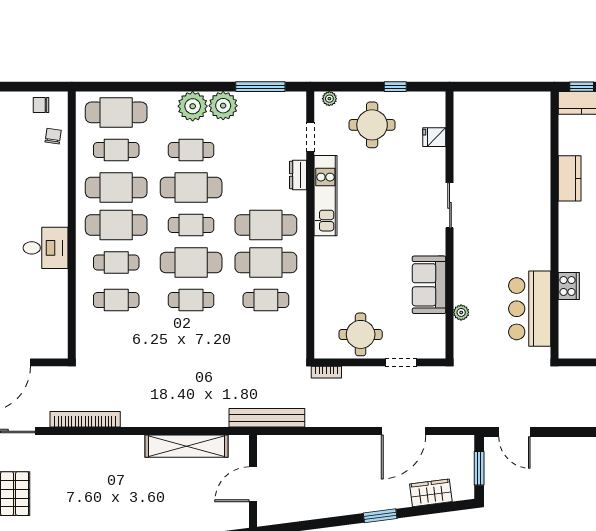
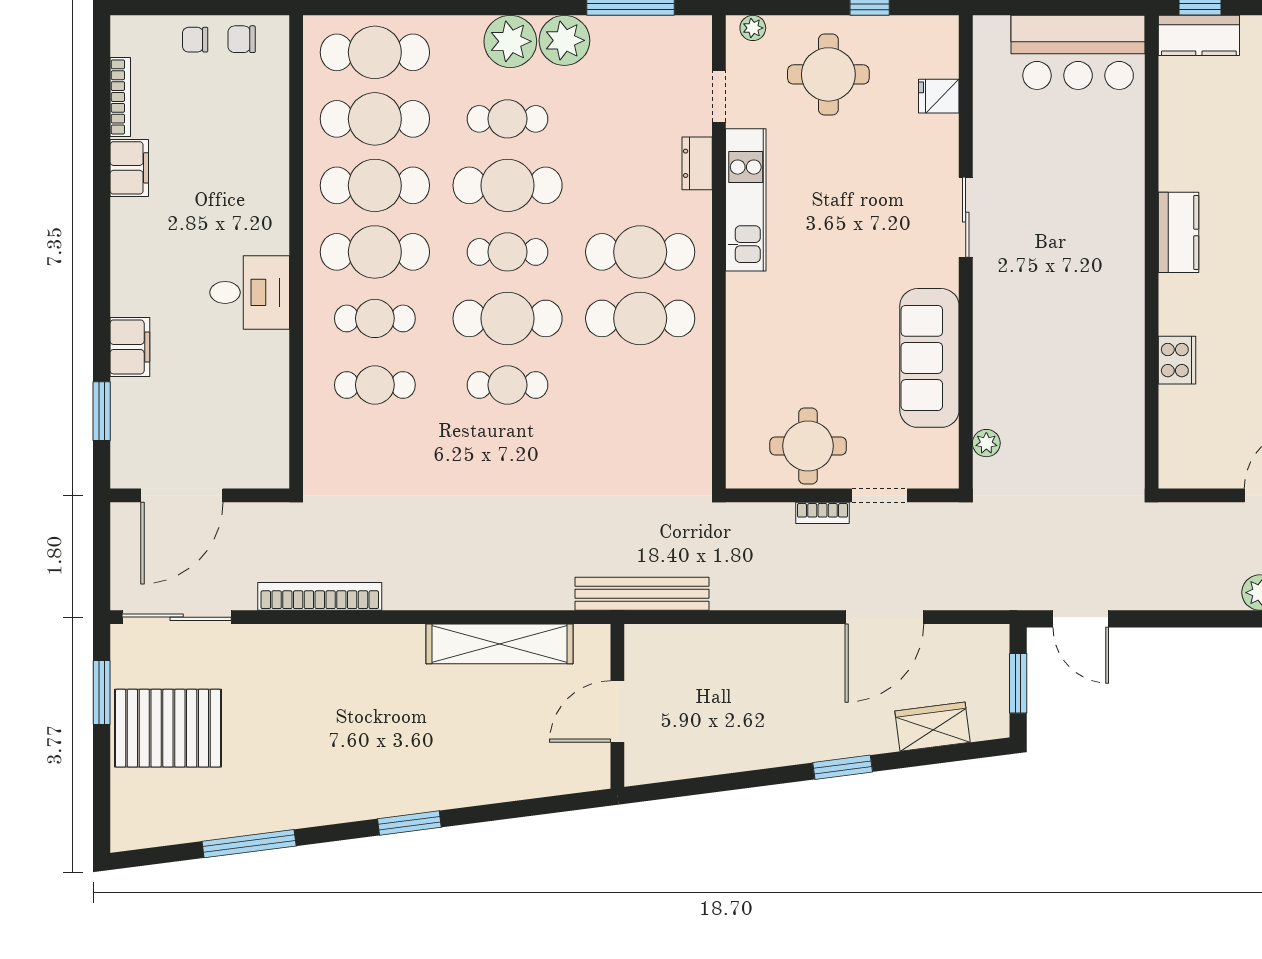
chair: (53, 136) -> (195, 40), moved, turned -98
cafe table: (116, 150) -> (375, 119), width x1.37, depth x1.35
kitchen counter: (570, 178) -> (1179, 232), moved
sofa: (429, 285) -> (929, 358), width x1.36
cafe table: (266, 300) -> (640, 385), removed
bar counter: (530, 309) -> (1078, 52), moved, turned -90
plant: (461, 312) -> (986, 443), moved
bookcase: (326, 372) -> (823, 513), moved

